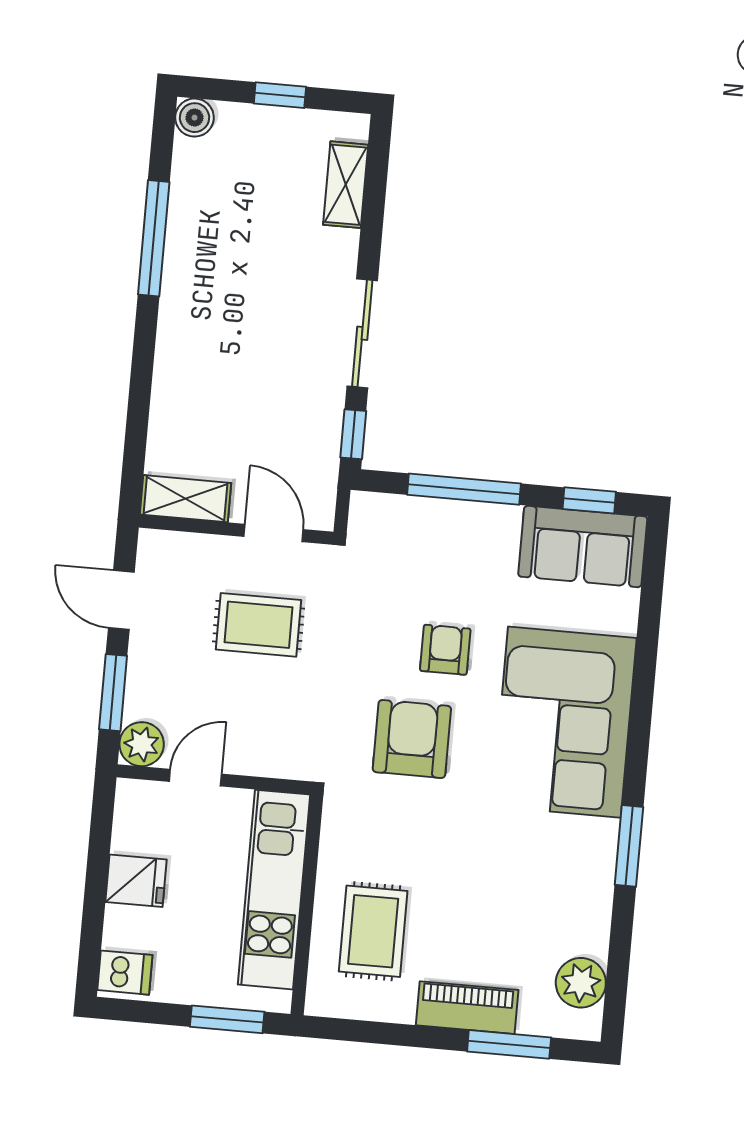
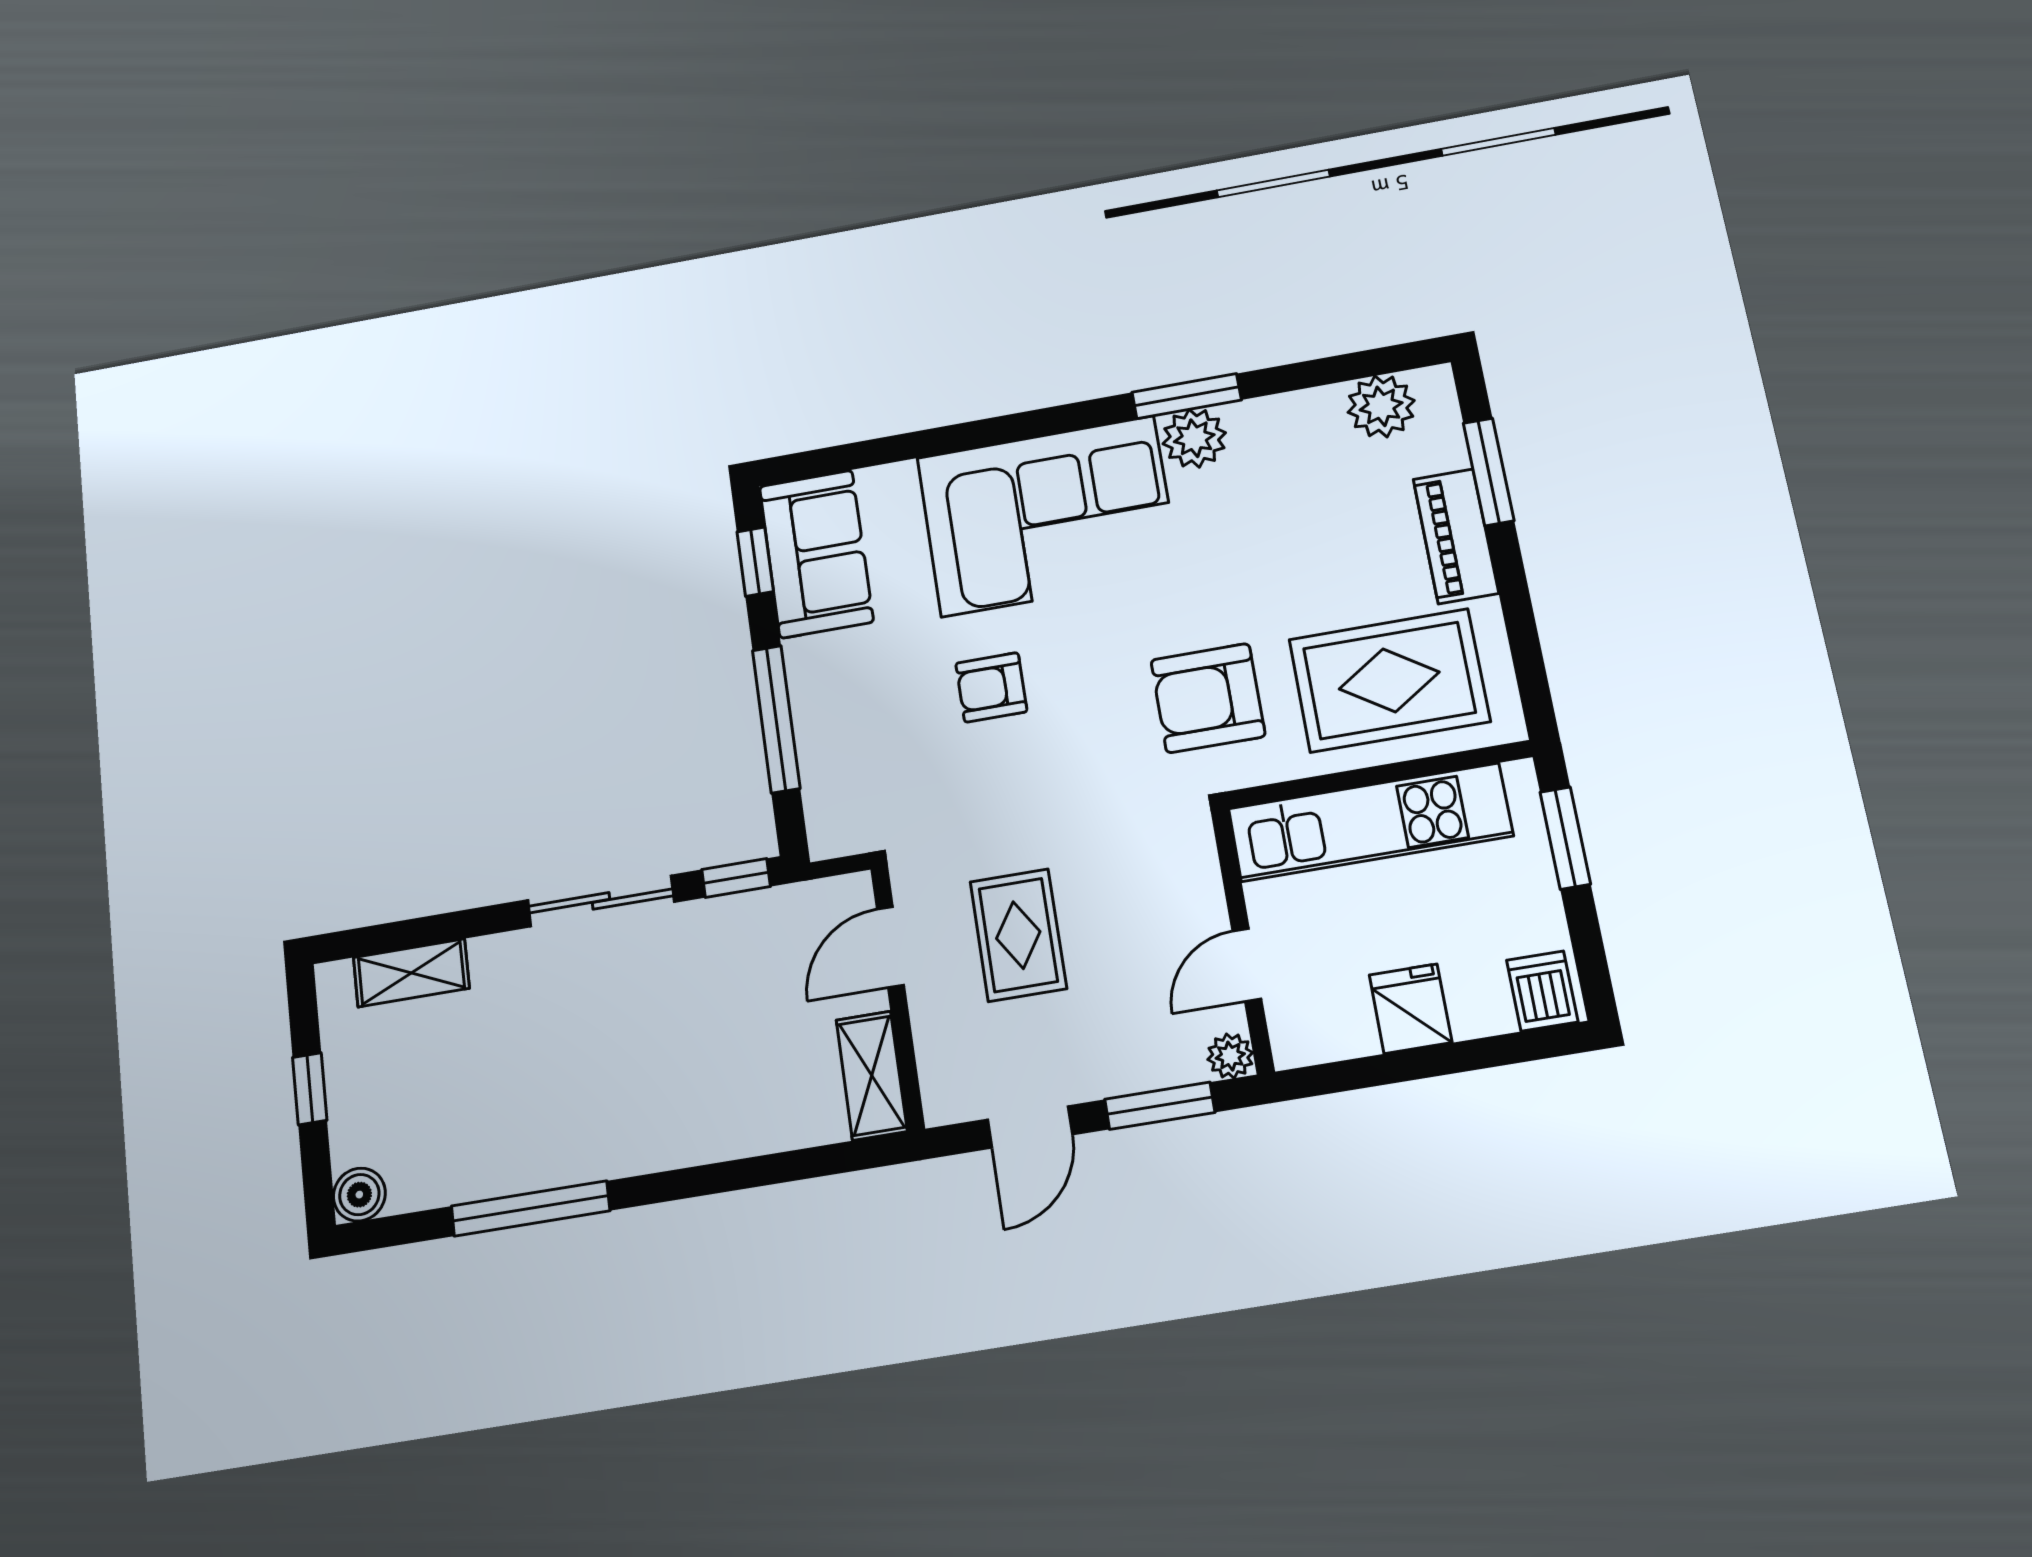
armchair: (412, 739) -> (1208, 698), moved
plant: (142, 744) -> (1230, 1056), width x0.73, depth x0.73
door: (195, 778) -> (1247, 965), hinge flipped
plant: (595, 843) -> (1194, 438), added
rug: (373, 931) -> (1389, 680), width x1.36, depth x1.43

